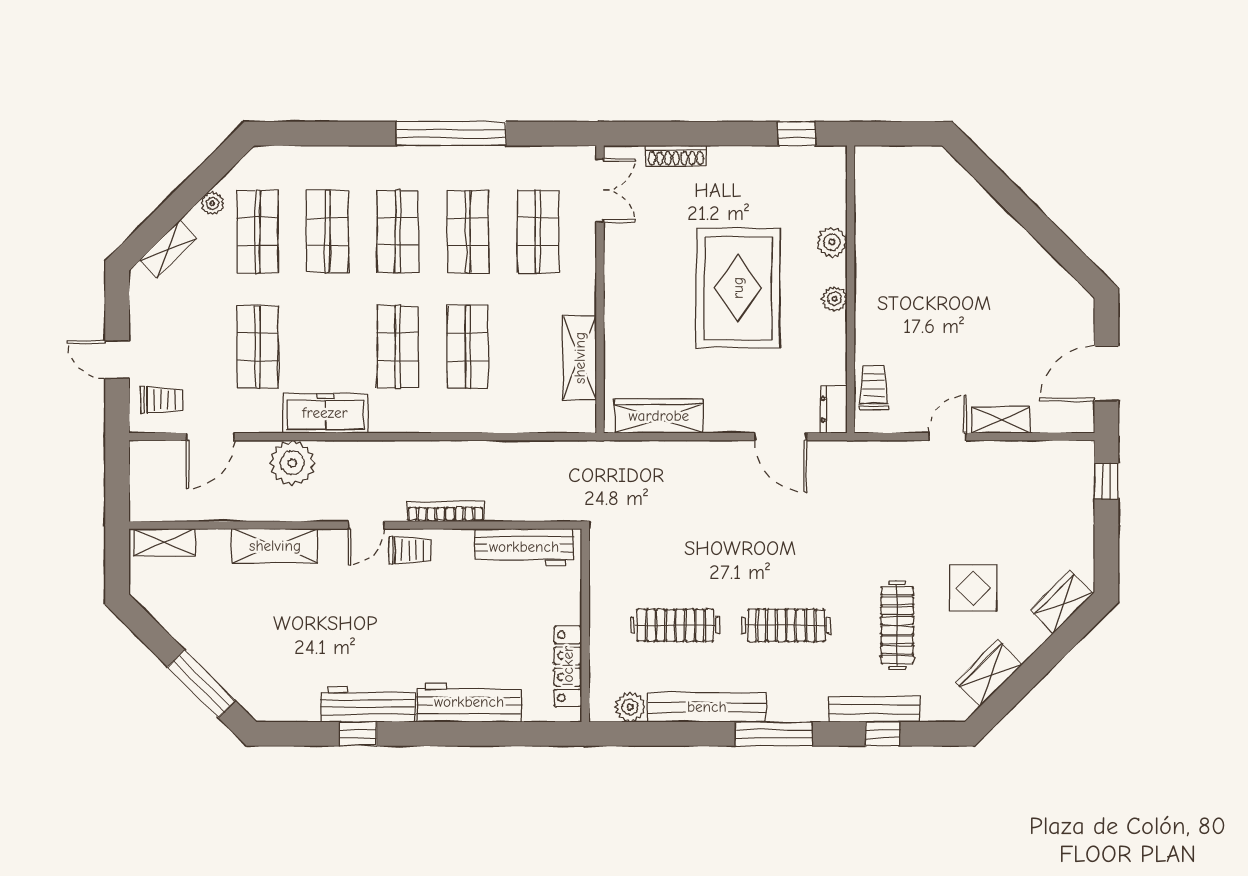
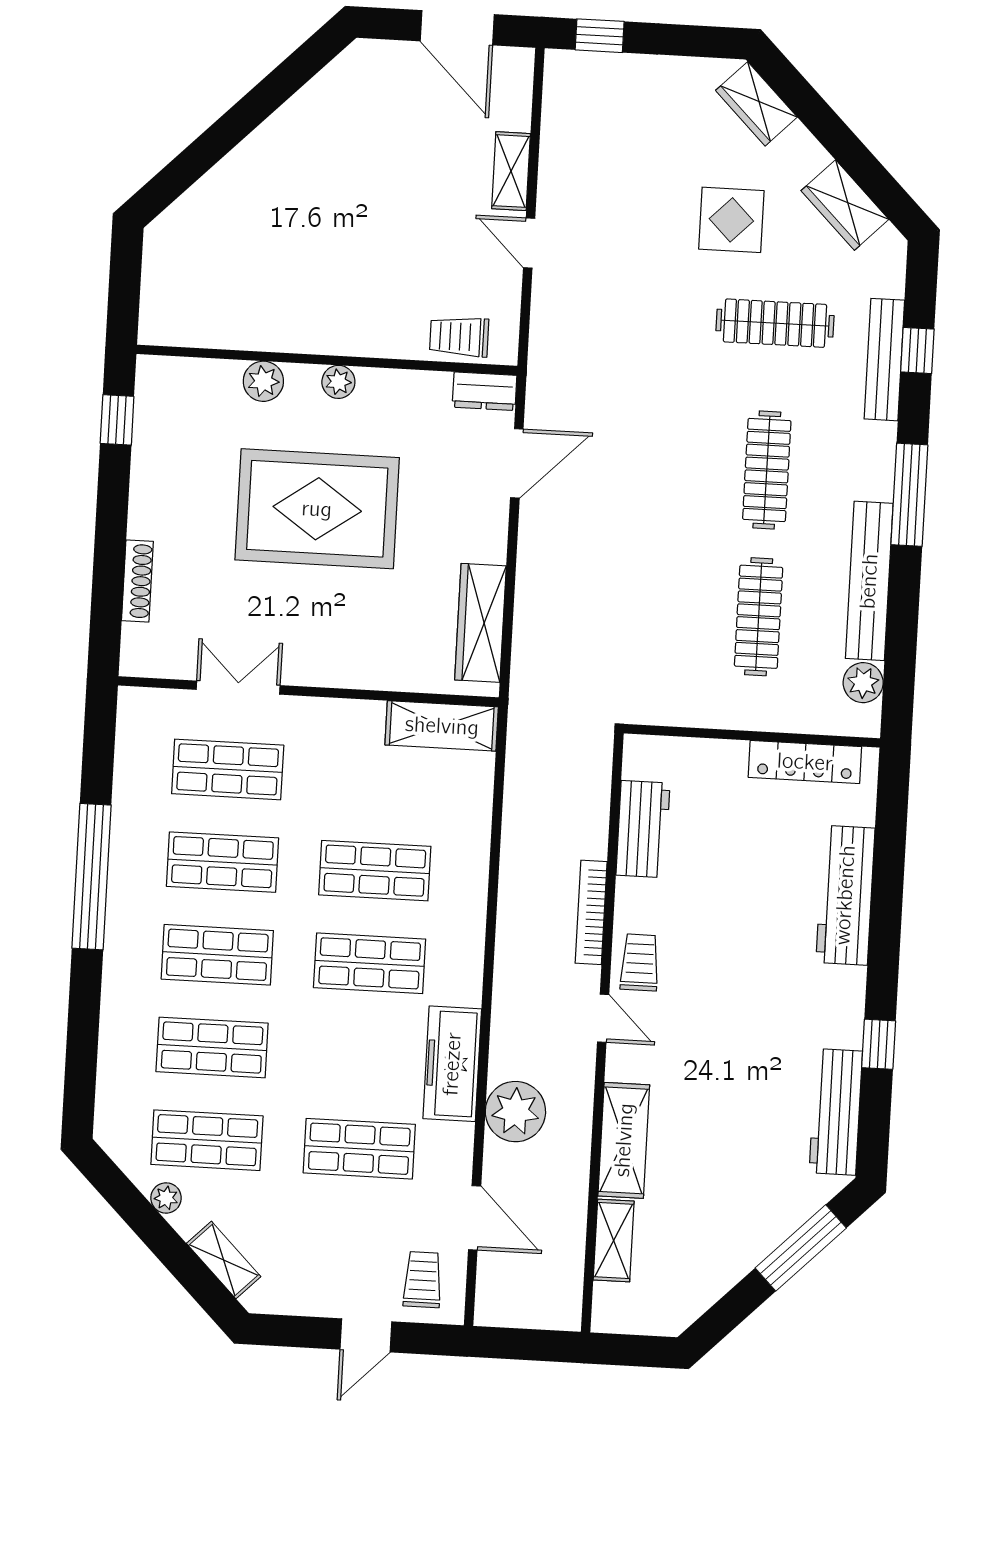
double door: (600, 190) -> (238, 688), moved
shelving: (580, 358) -> (442, 726), moved
shelving: (165, 542) -> (614, 1240), moved
workbench: (524, 547) -> (643, 829), width x0.73
workbench: (368, 704) -> (836, 1112), moved

